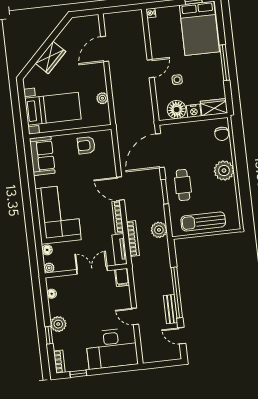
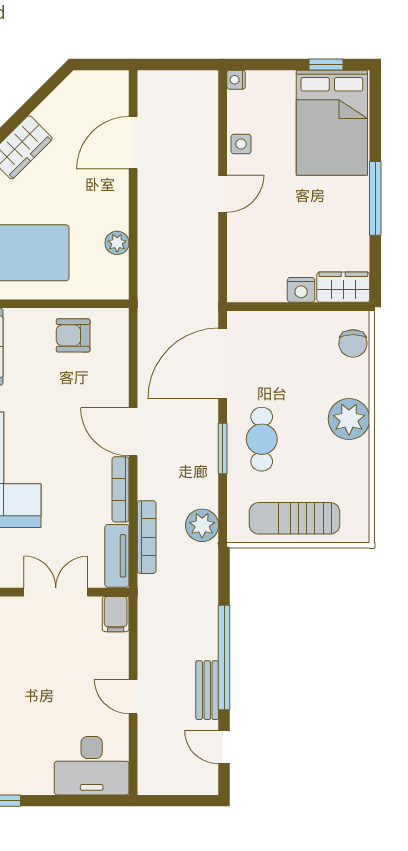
side table: (177, 80) -> (241, 144), moved
floor lamp: (177, 110) -> (266, 283), removed
desk: (112, 348) -> (92, 766), width x0.73, depth x0.77

